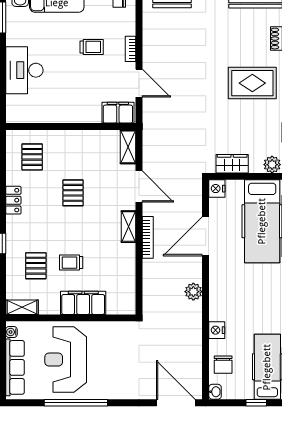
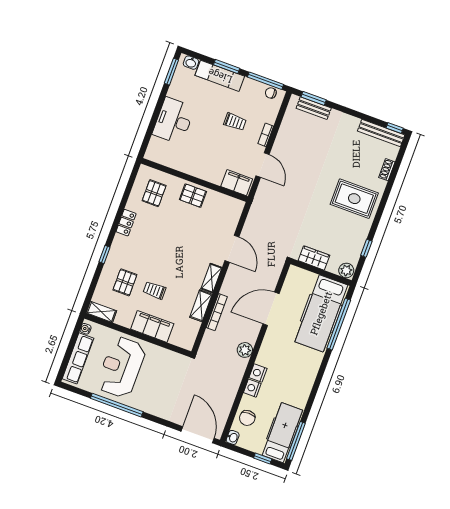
shelving: (128, 147) -> (201, 306), moved
nightstand: (217, 189) -> (258, 373), moved
pallet: (73, 193) -> (193, 196), moved, turned 90
bookcase: (148, 237) -> (217, 312), moved

